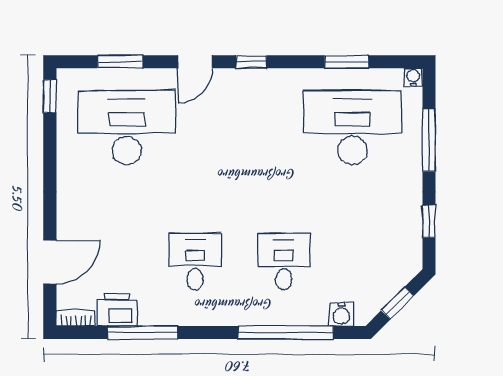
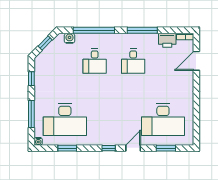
window: (50, 96) -> (196, 133), removed
window: (143, 332) -> (142, 30), moved

